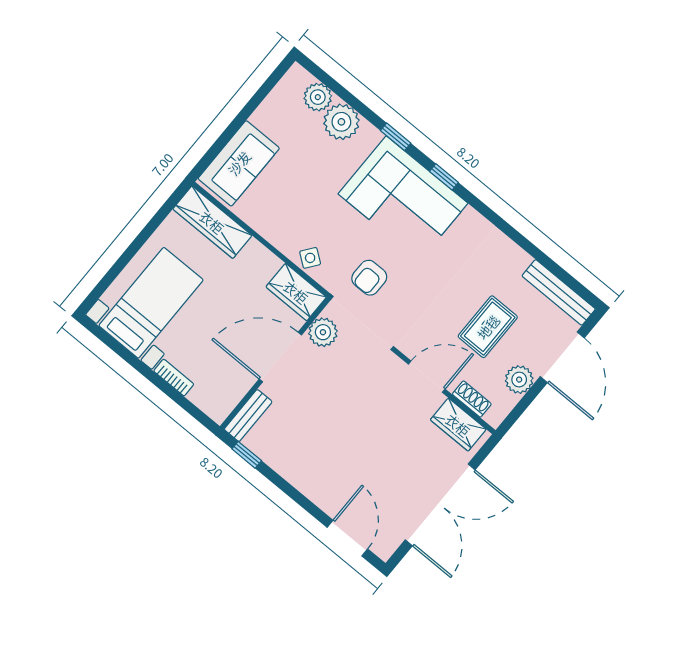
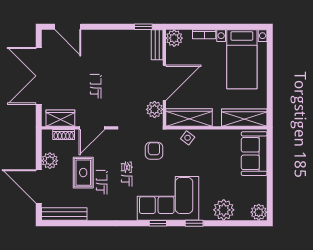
plant: (318, 97) -> (259, 212), moved
wardrobe: (296, 292) -> (189, 117), width x1.50
plant: (218, 406) -> (174, 38), added

